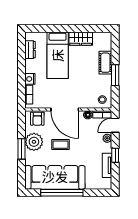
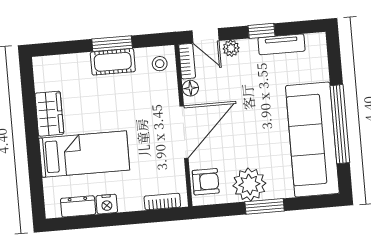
cot: (105, 63) -> (113, 62), moved
nightstand: (30, 79) -> (107, 204), moved
coffee table: (61, 145) -> (250, 134), removed

